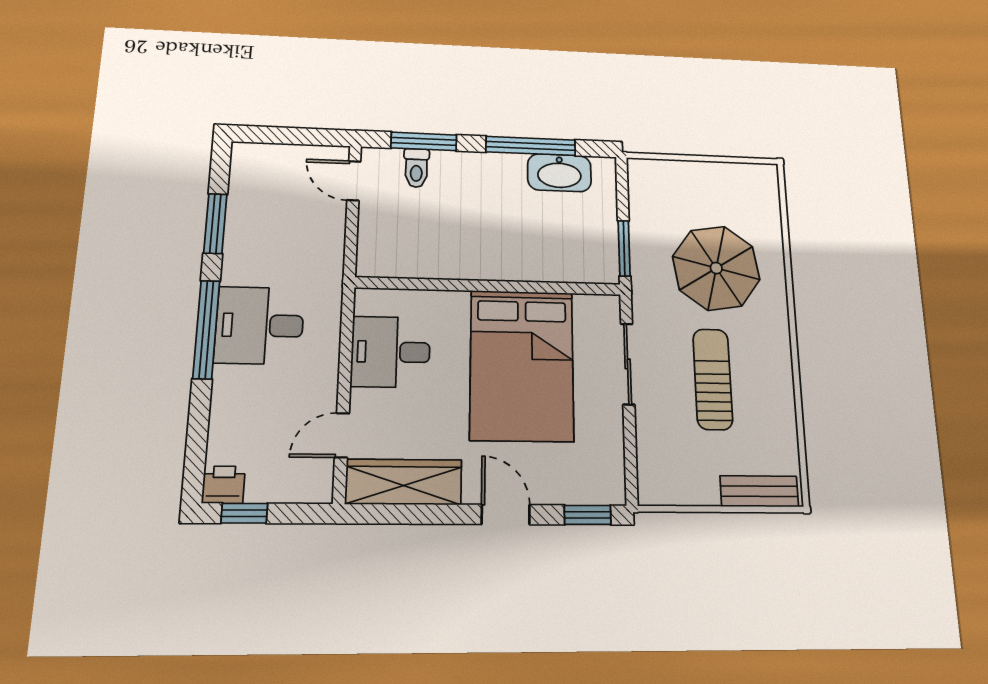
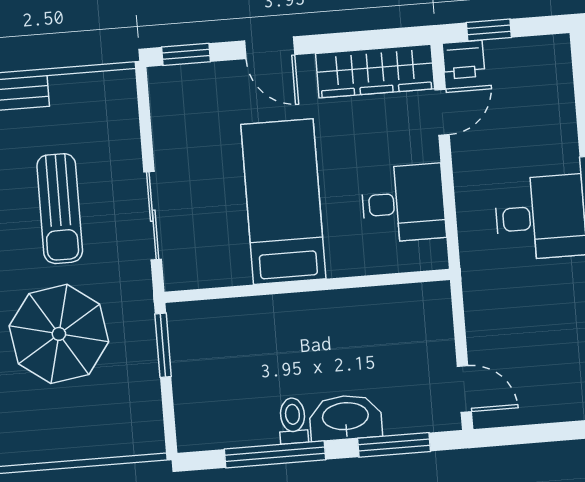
toilet: (416, 168) -> (293, 421), moved
washbasin: (559, 173) -> (345, 417), moved
bed: (522, 365) -> (283, 202), width x0.67
printer: (223, 485) -> (464, 60), moved
window: (244, 513) -> (489, 30), moved

